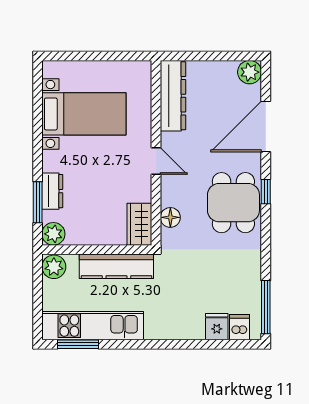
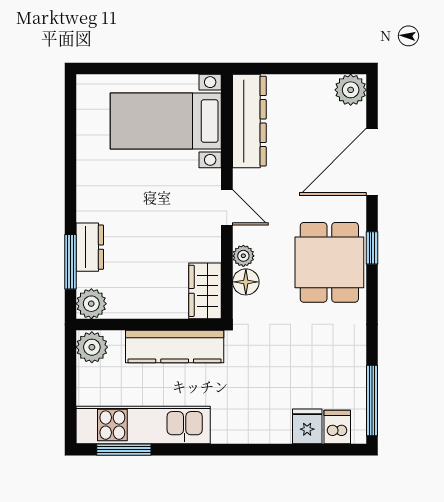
bed with nightstands: (84, 114) -> (166, 121), moved, turned 180
plant: (168, 198) -> (243, 256), added

